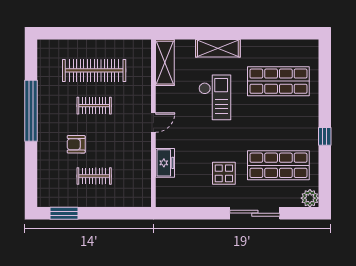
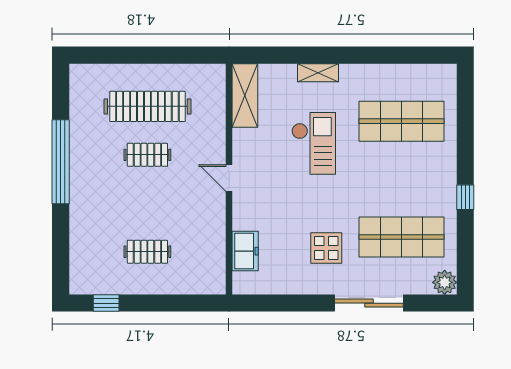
shelving: (218, 48) -> (318, 73), width x0.67, depth x0.75
door: (153, 122) -> (229, 178), swing flipped
armchair: (76, 144) -> (123, 208), removed
freezer: (165, 163) -> (245, 251), moved
window: (64, 213) -> (106, 303), width x0.67

